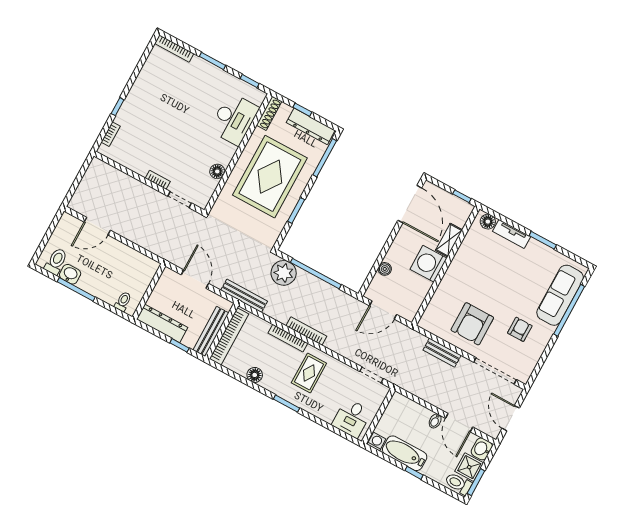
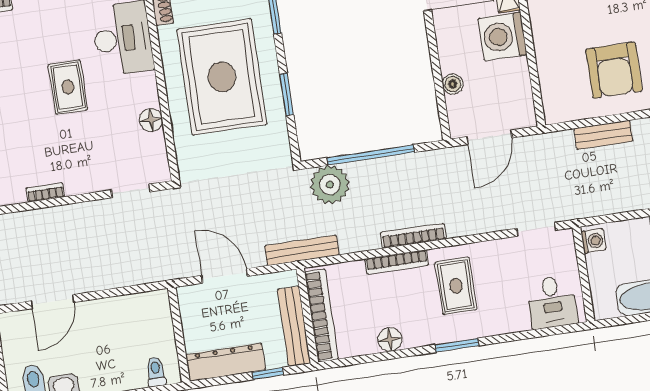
rug: (188, 123) -> (68, 87), added
bookcase: (158, 180) -> (45, 192), moved
washing machine: (376, 442) -> (593, 241), moved, turned 90

